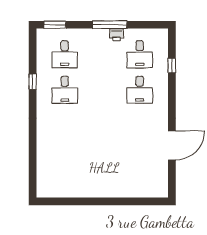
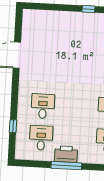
printer: (117, 35) -> (66, 154), width x1.87, depth x1.48
window: (94, 201) -> (88, 9), added

